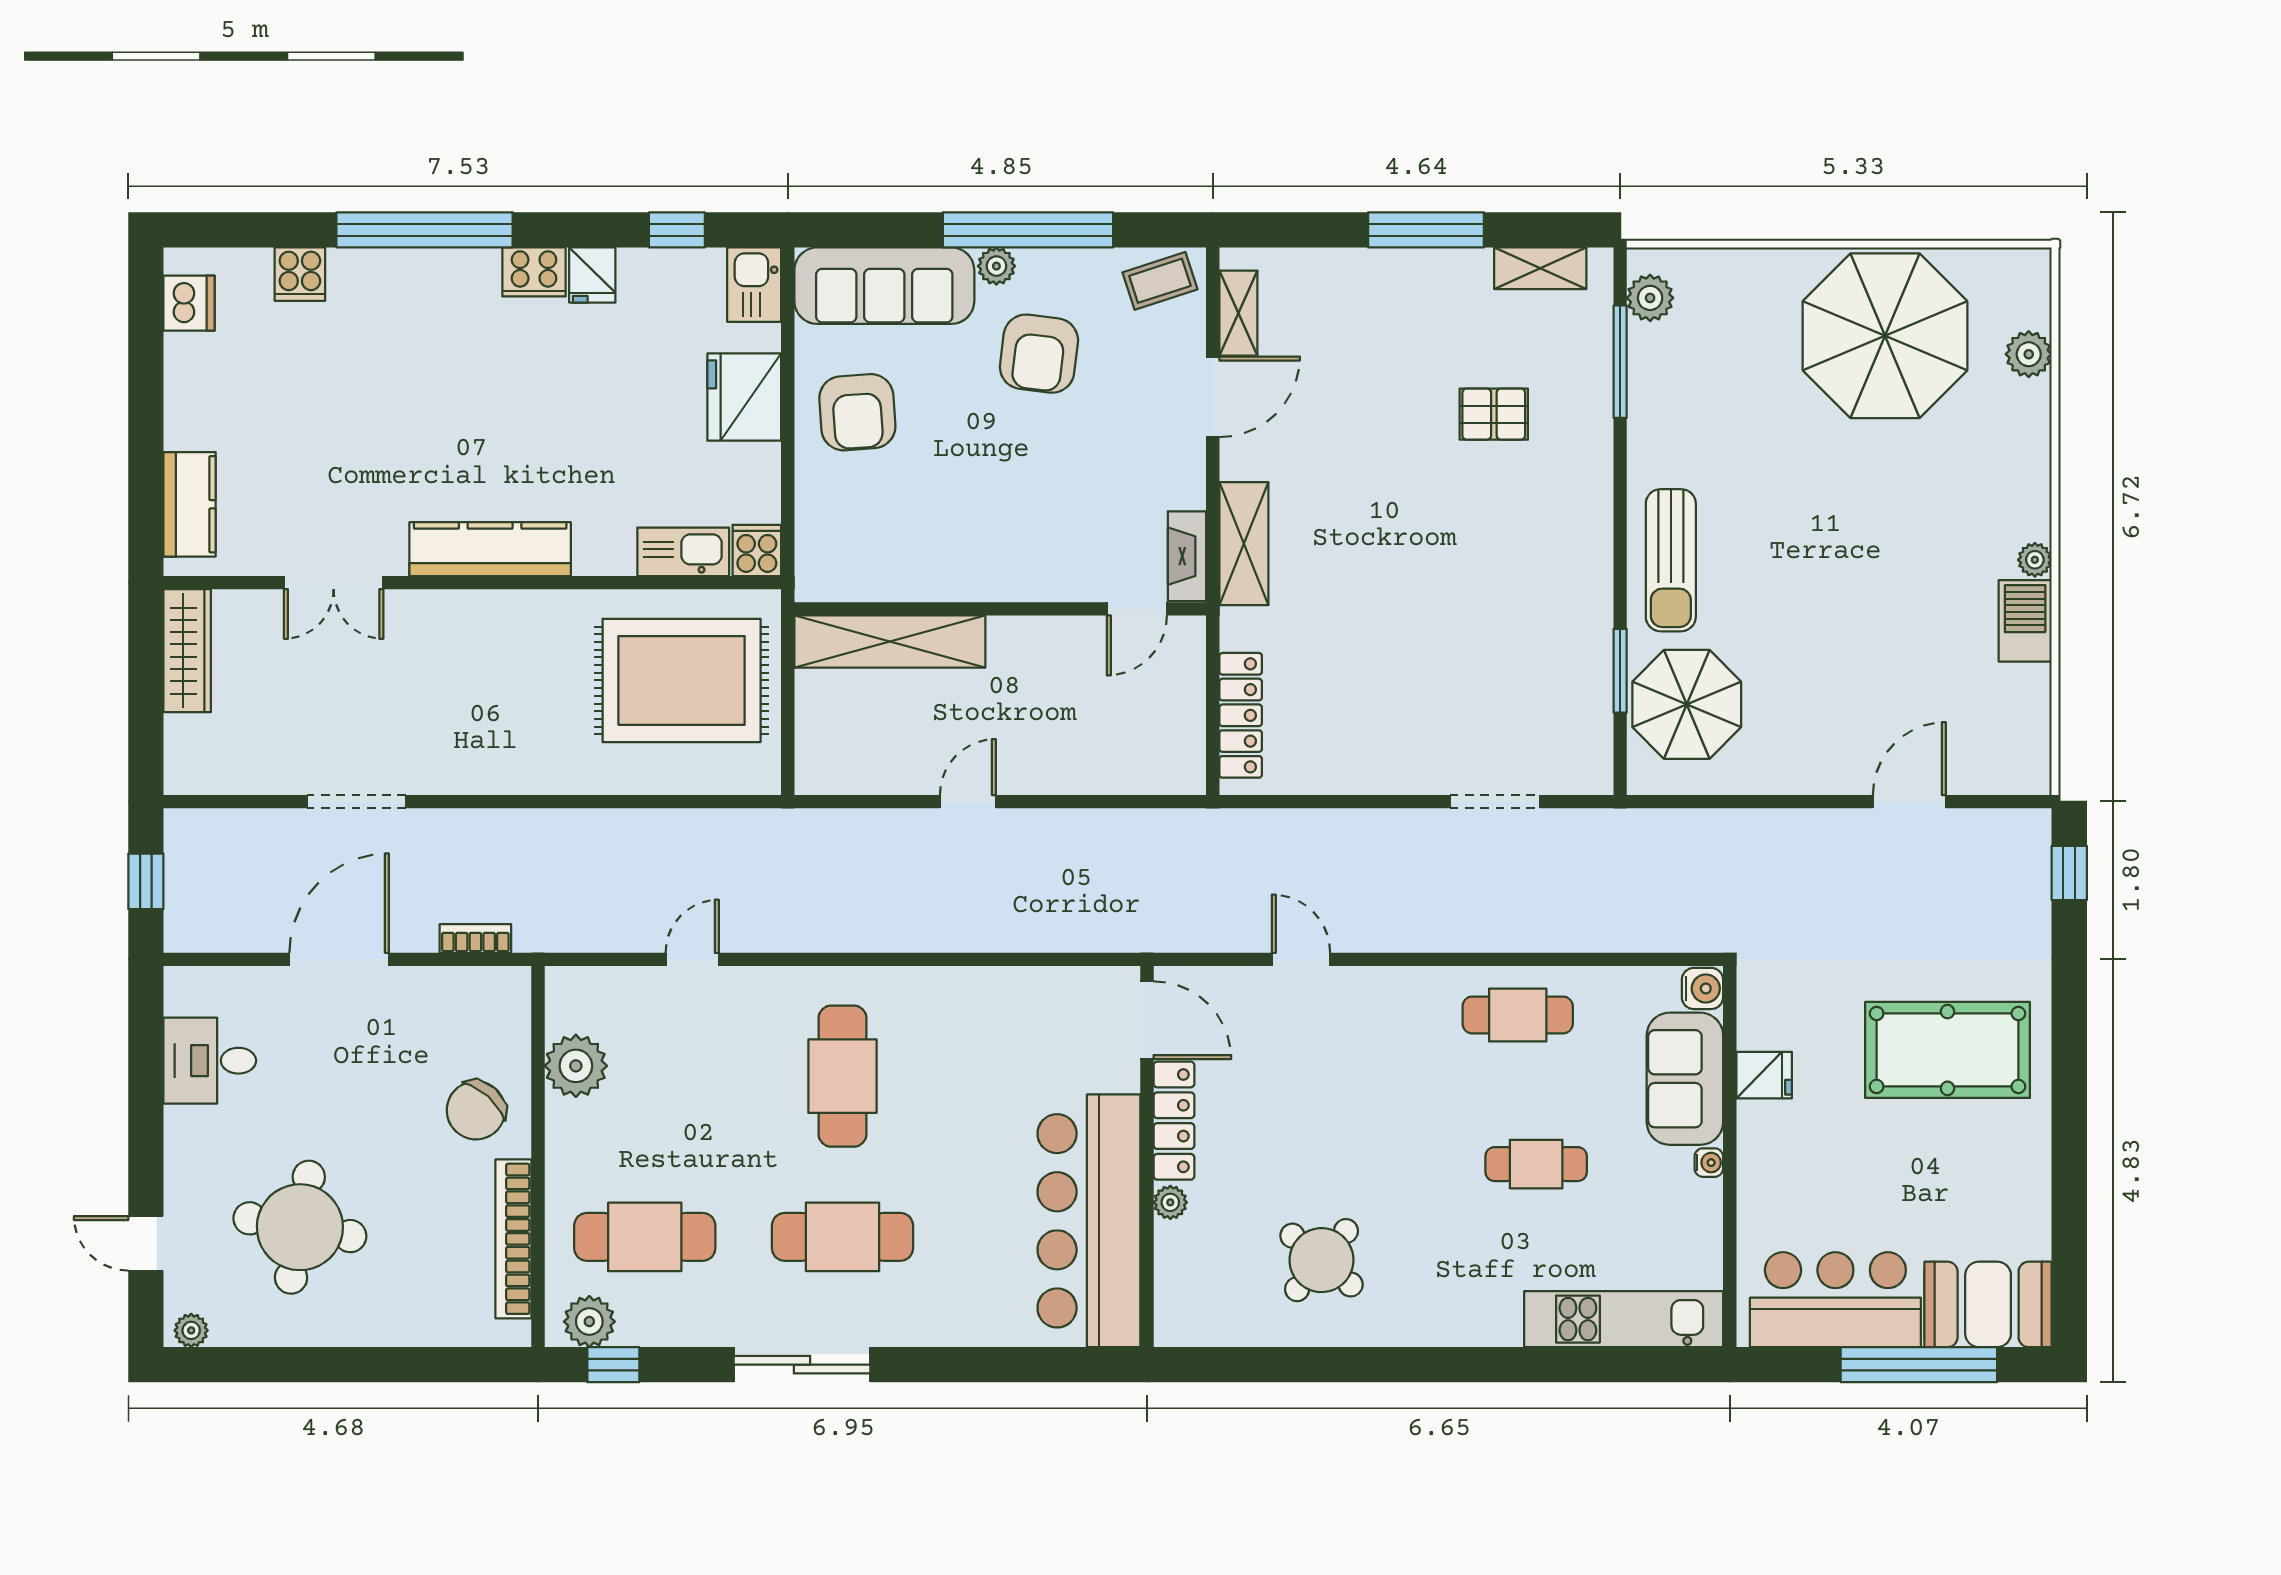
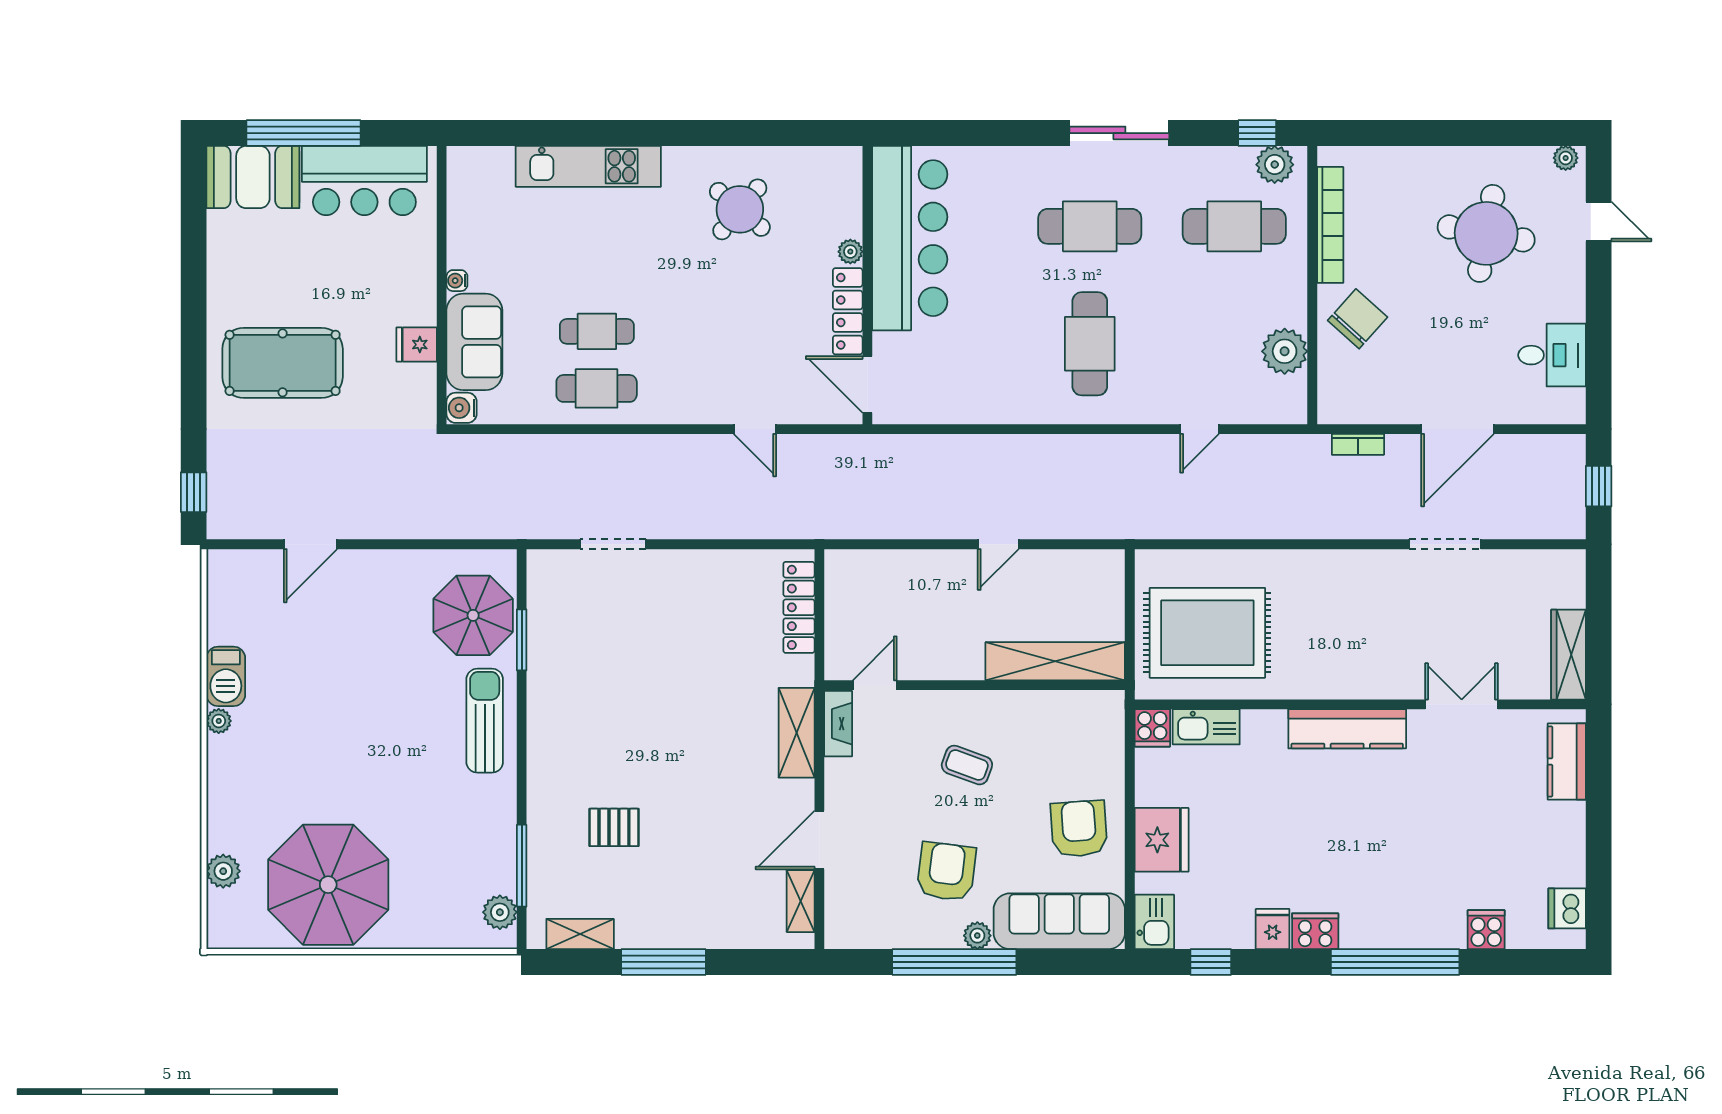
coffee table: (1160, 281) -> (967, 765), moved, turned 38
cafe table: (1536, 1164) -> (597, 331), moved
kitchen unit: (1624, 1319) -> (588, 166), moved

